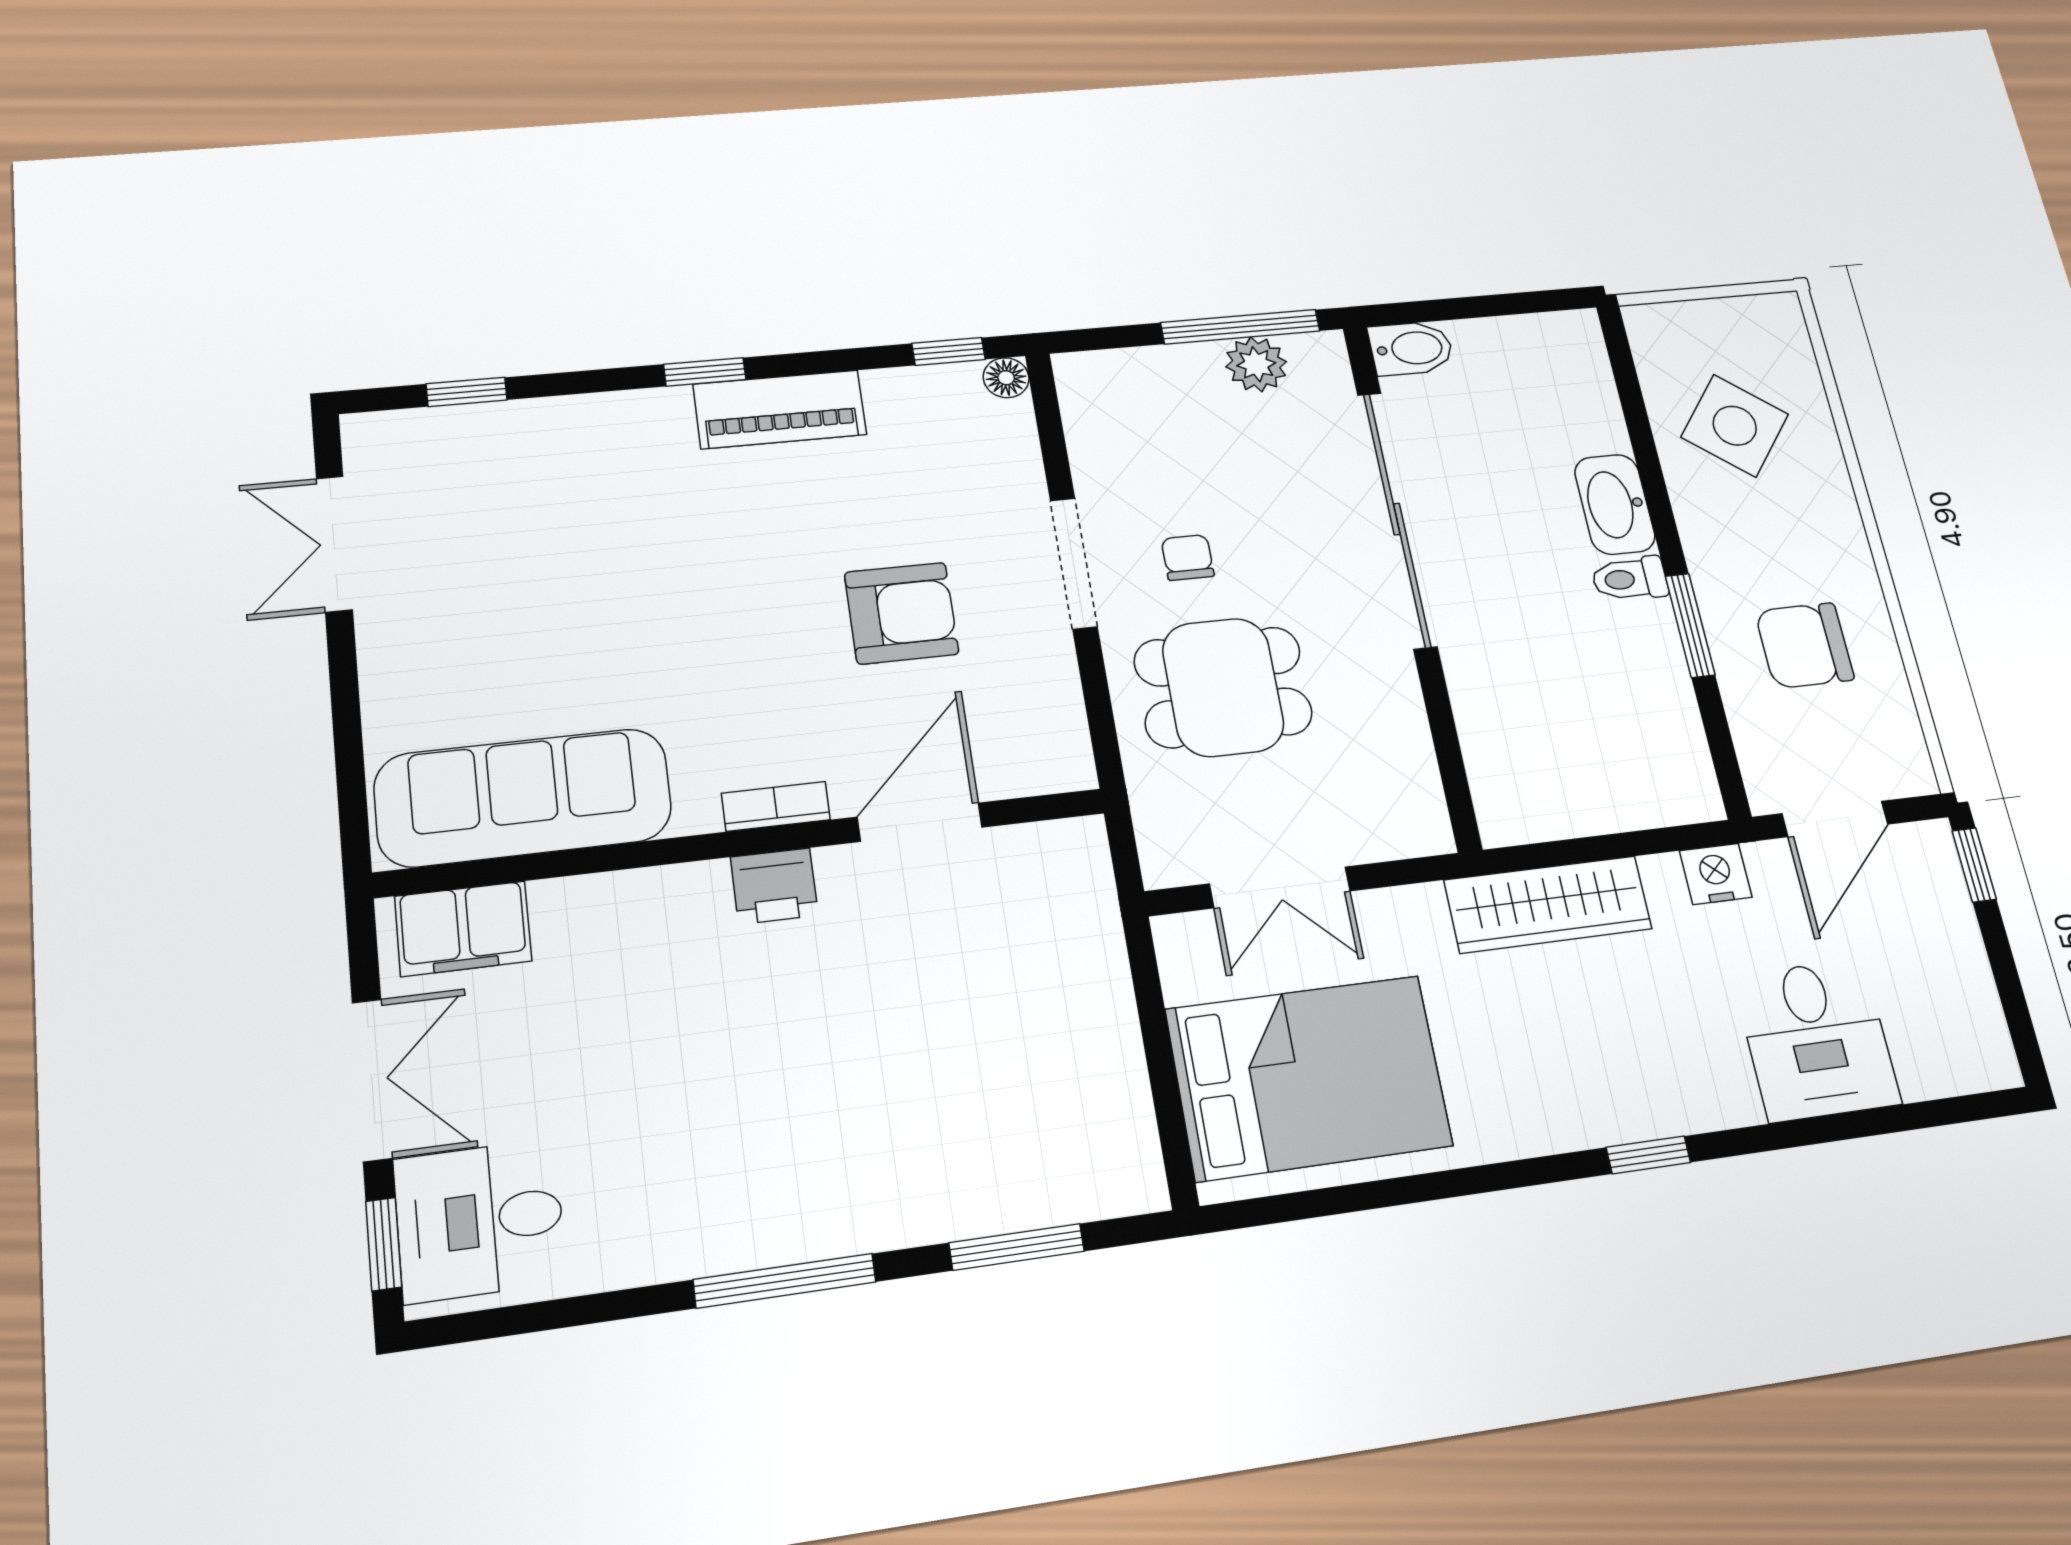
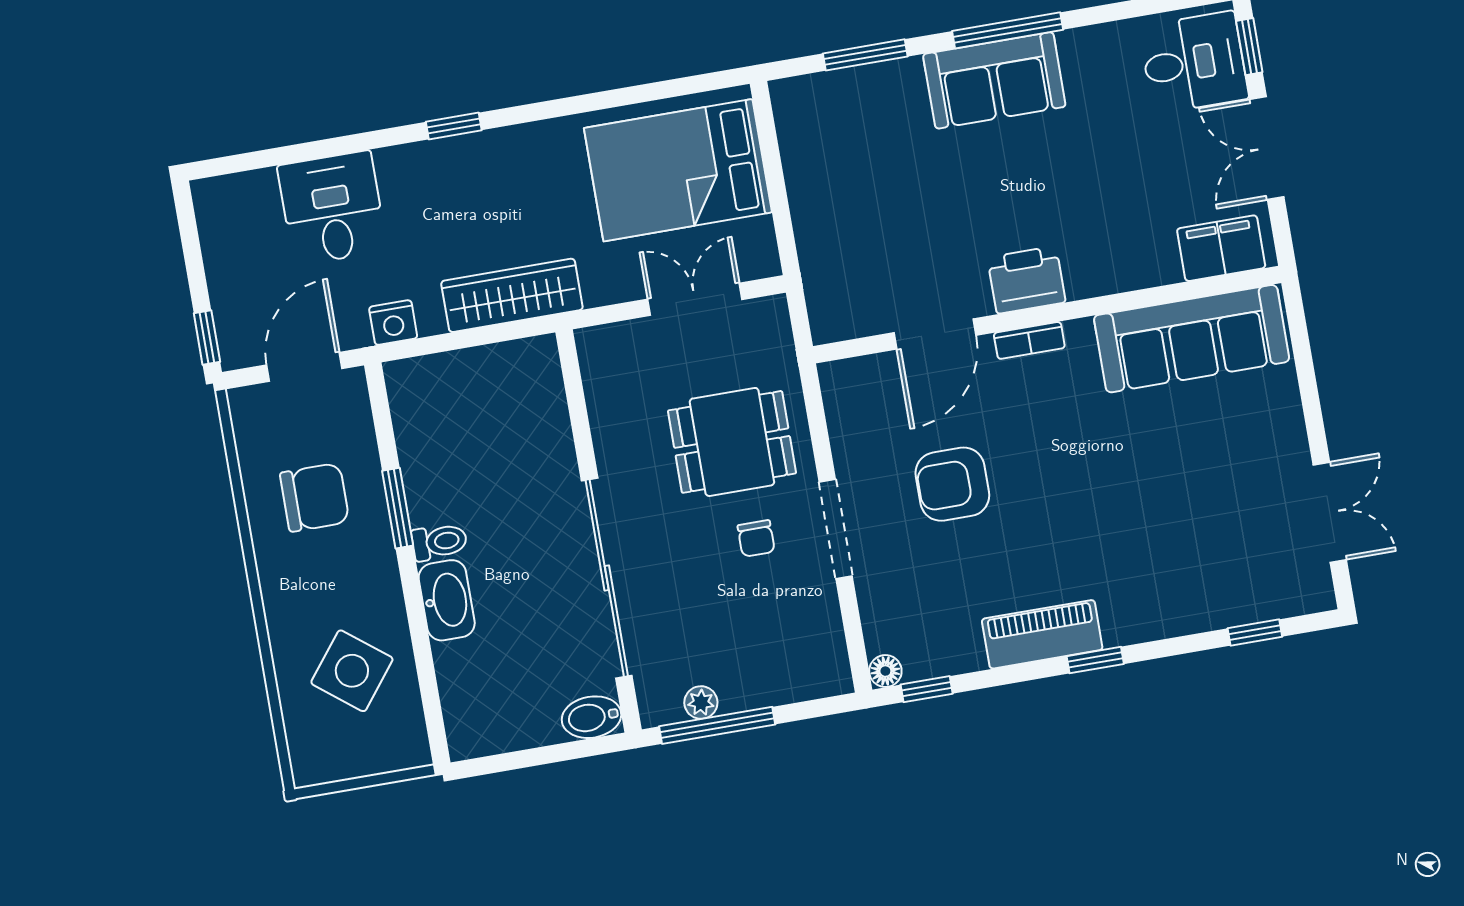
plant: (1256, 364) -> (701, 703), width x0.73, depth x0.73
printer: (774, 886) -> (1026, 280), width x1.36, depth x1.24
sofa: (810, 1201) -> (994, 80), added

